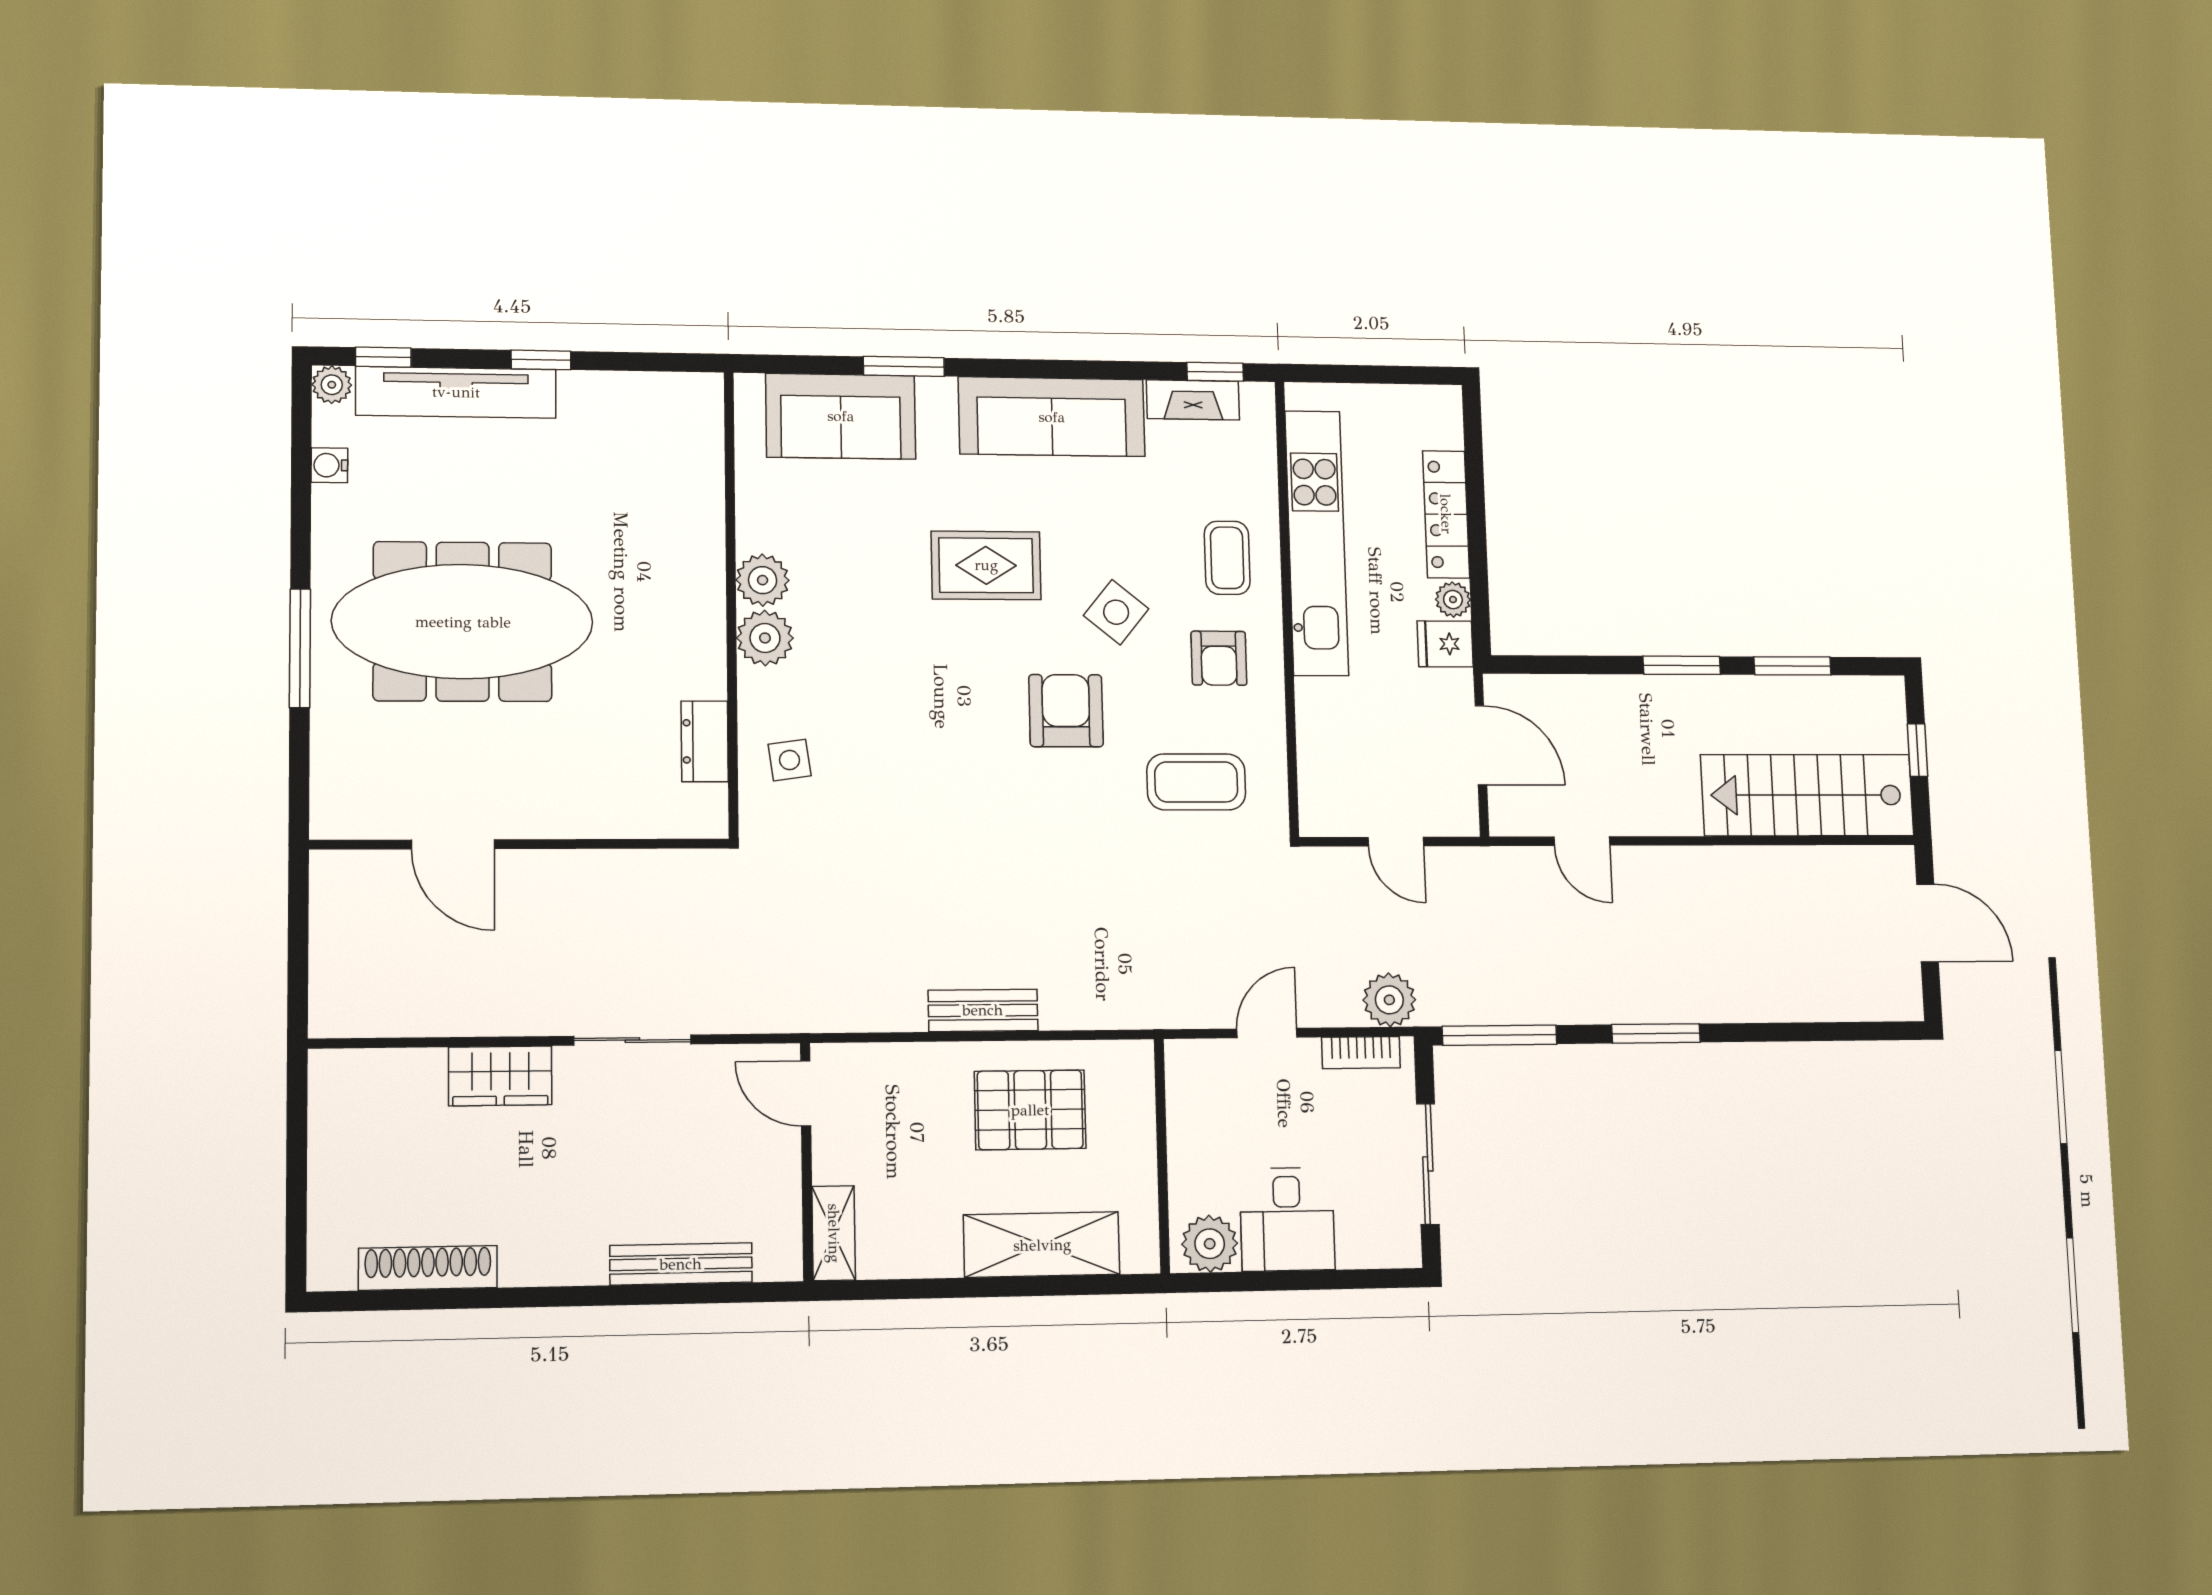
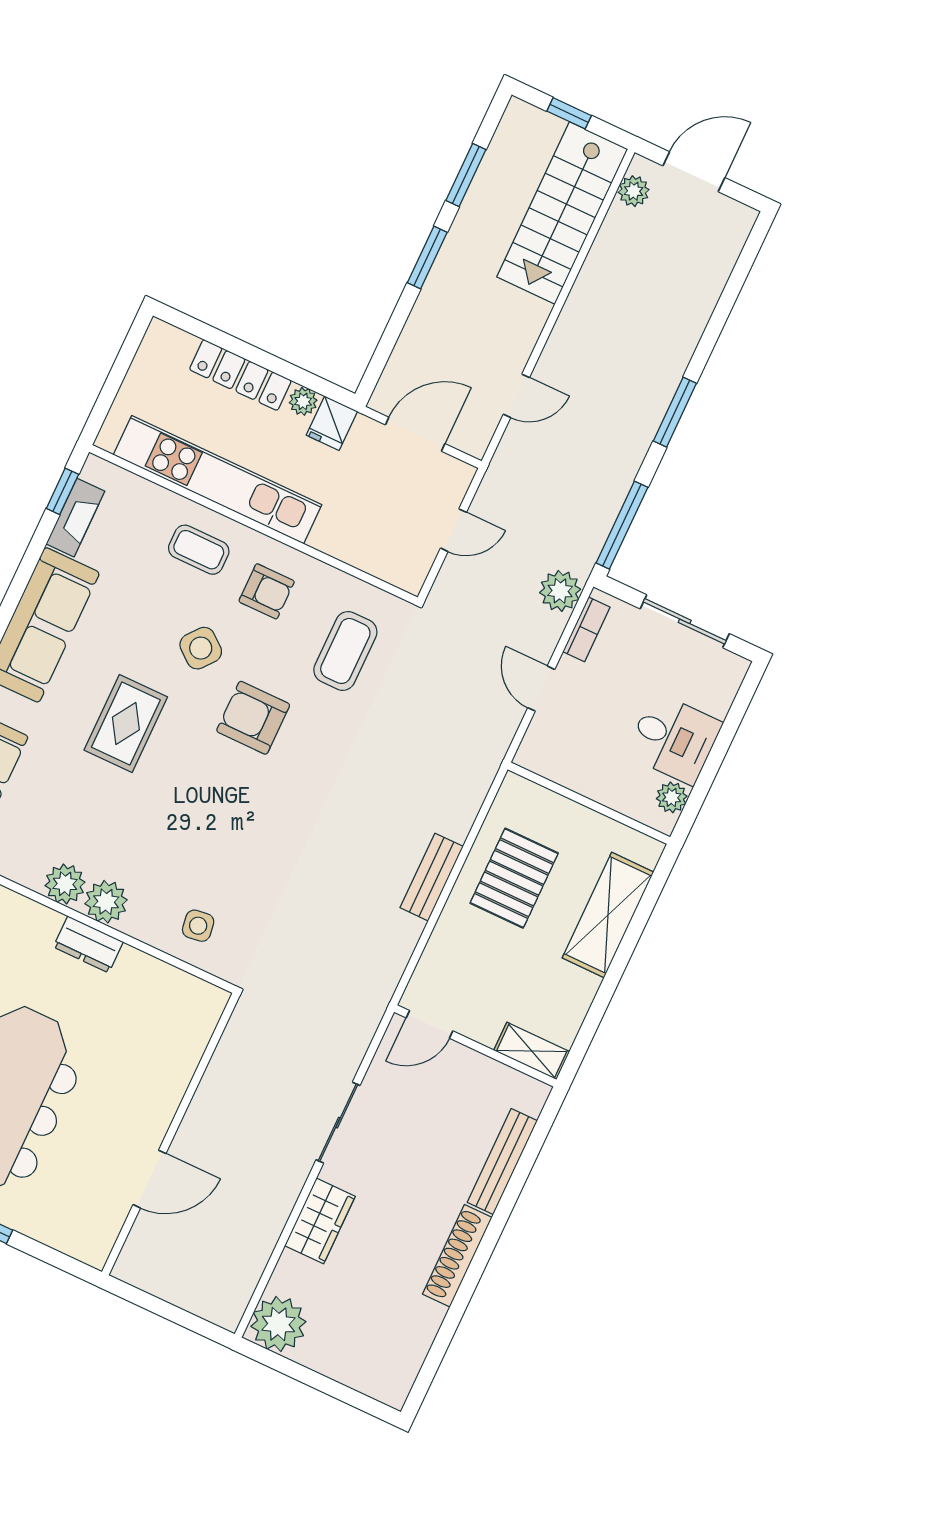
dresser: (705, 741) -> (88, 944), moved
plant: (1872, 865) -> (634, 191), added
plant: (346, 1086) -> (278, 1324), added
plant: (1210, 1244) -> (672, 797), width x0.73, depth x0.73
shoe rack: (428, 1268) -> (457, 1256), moved

